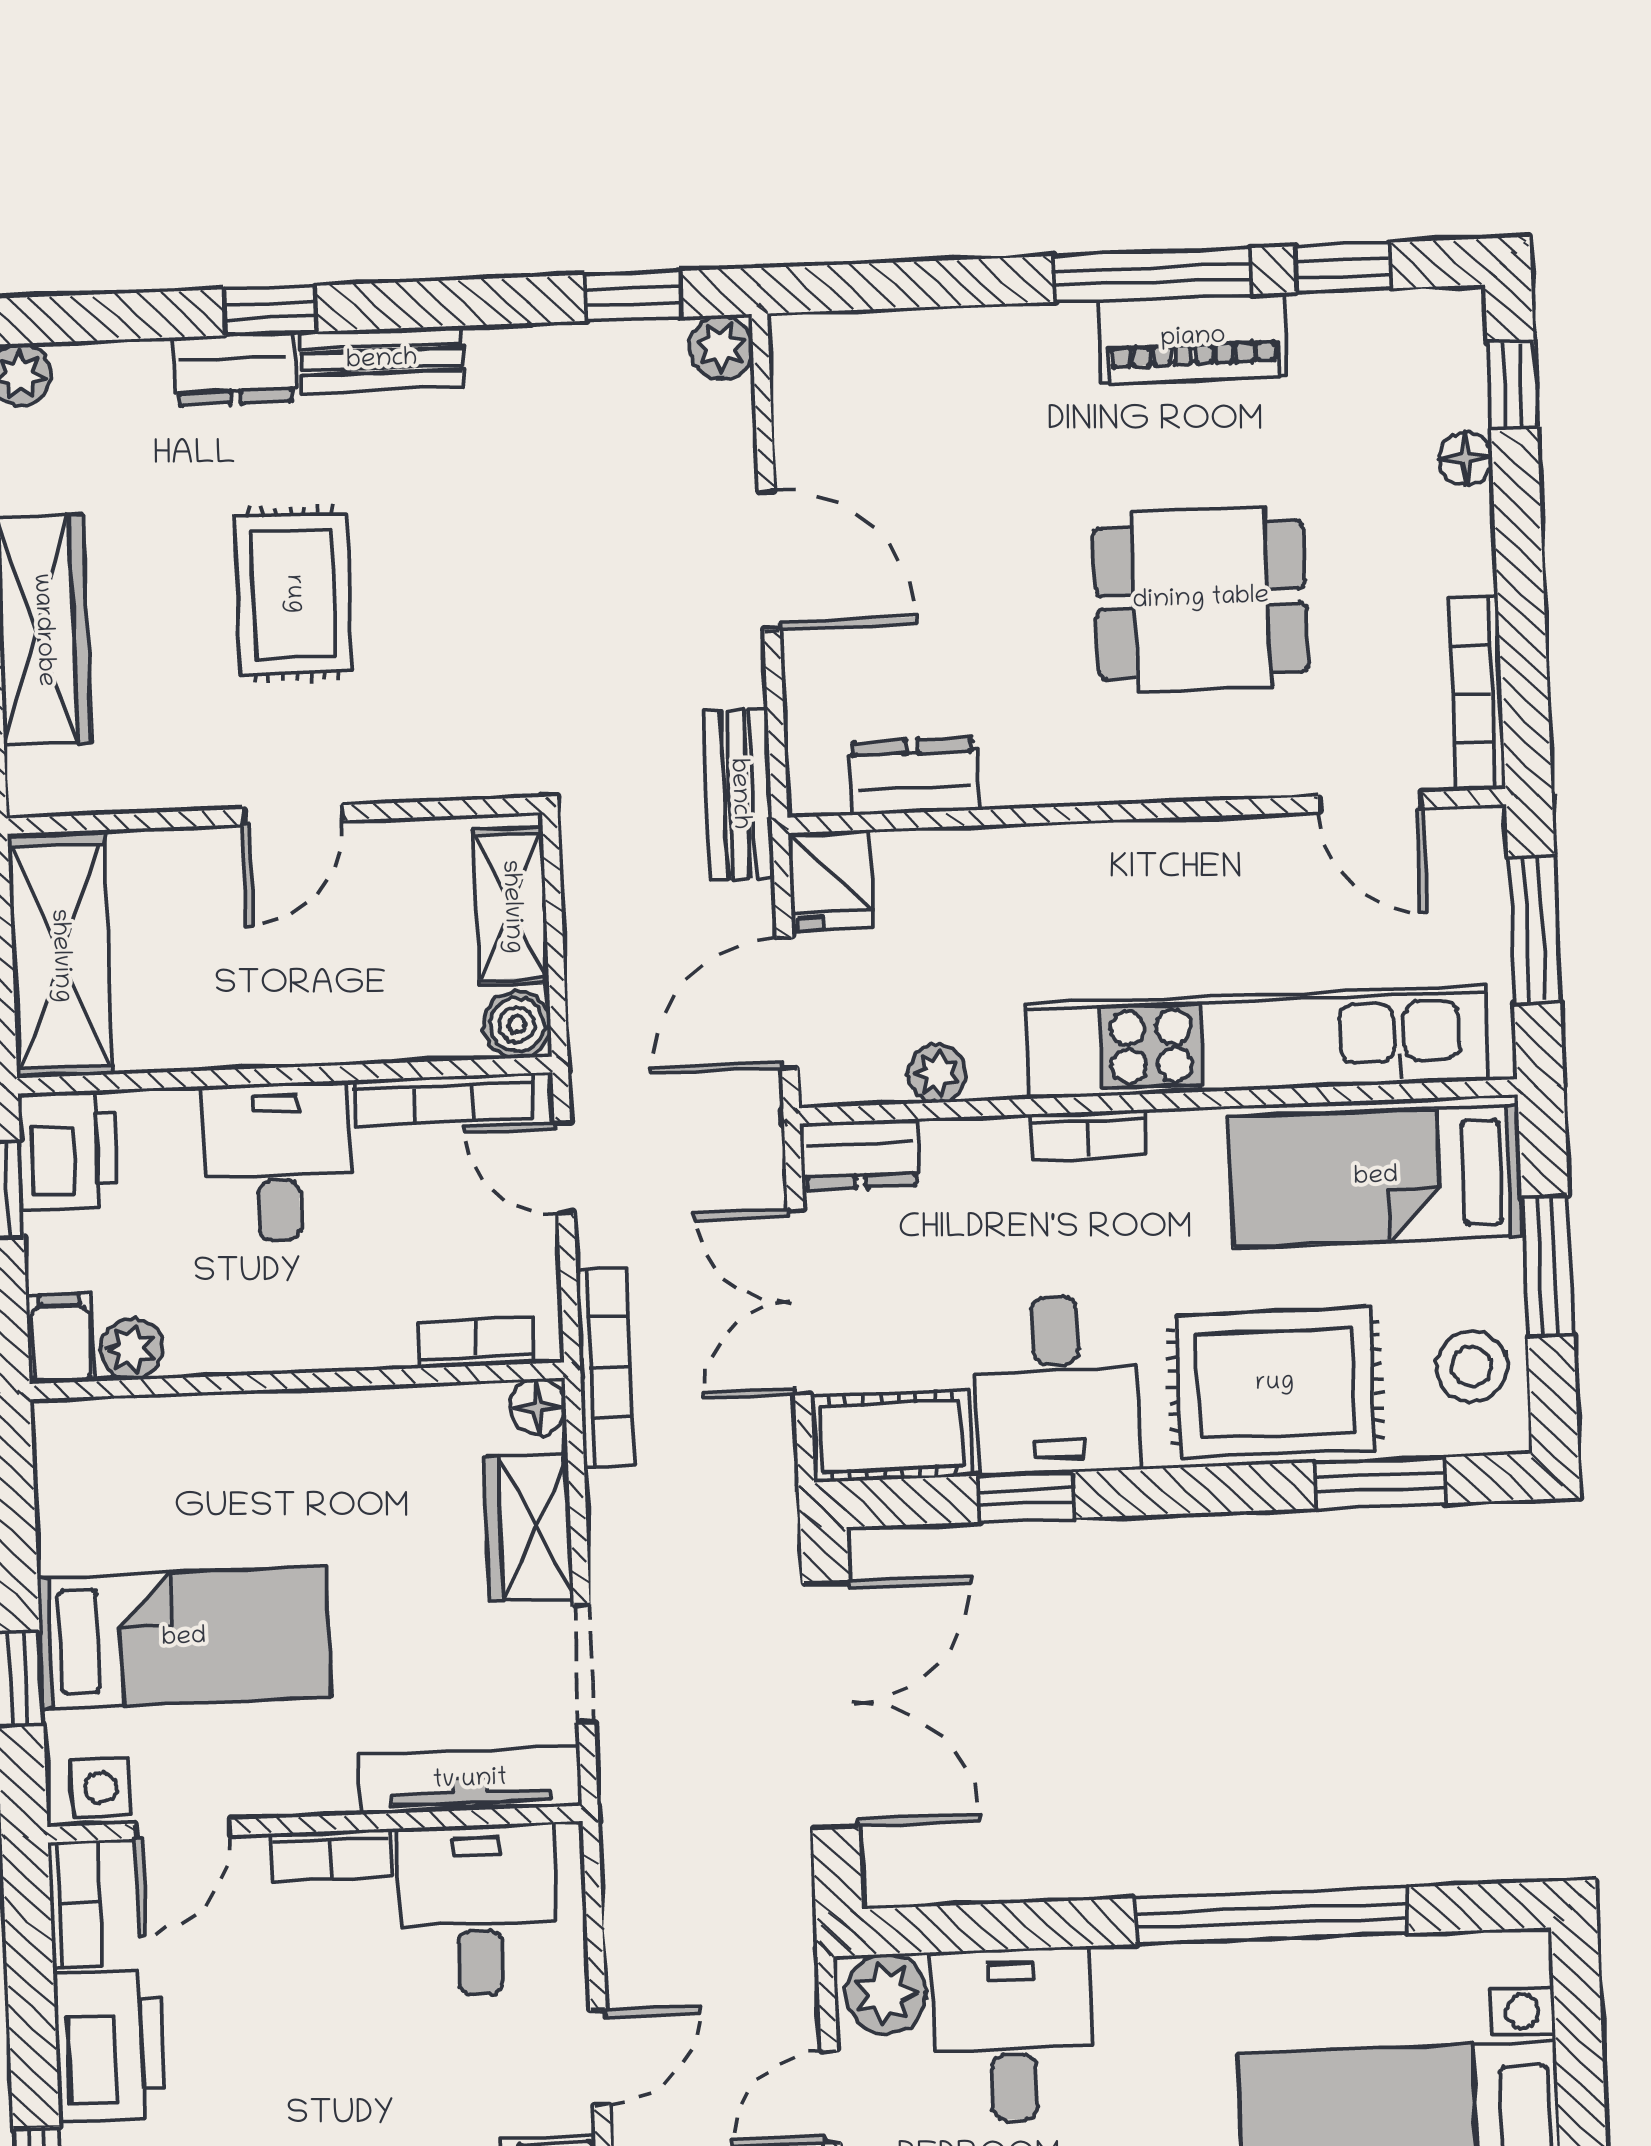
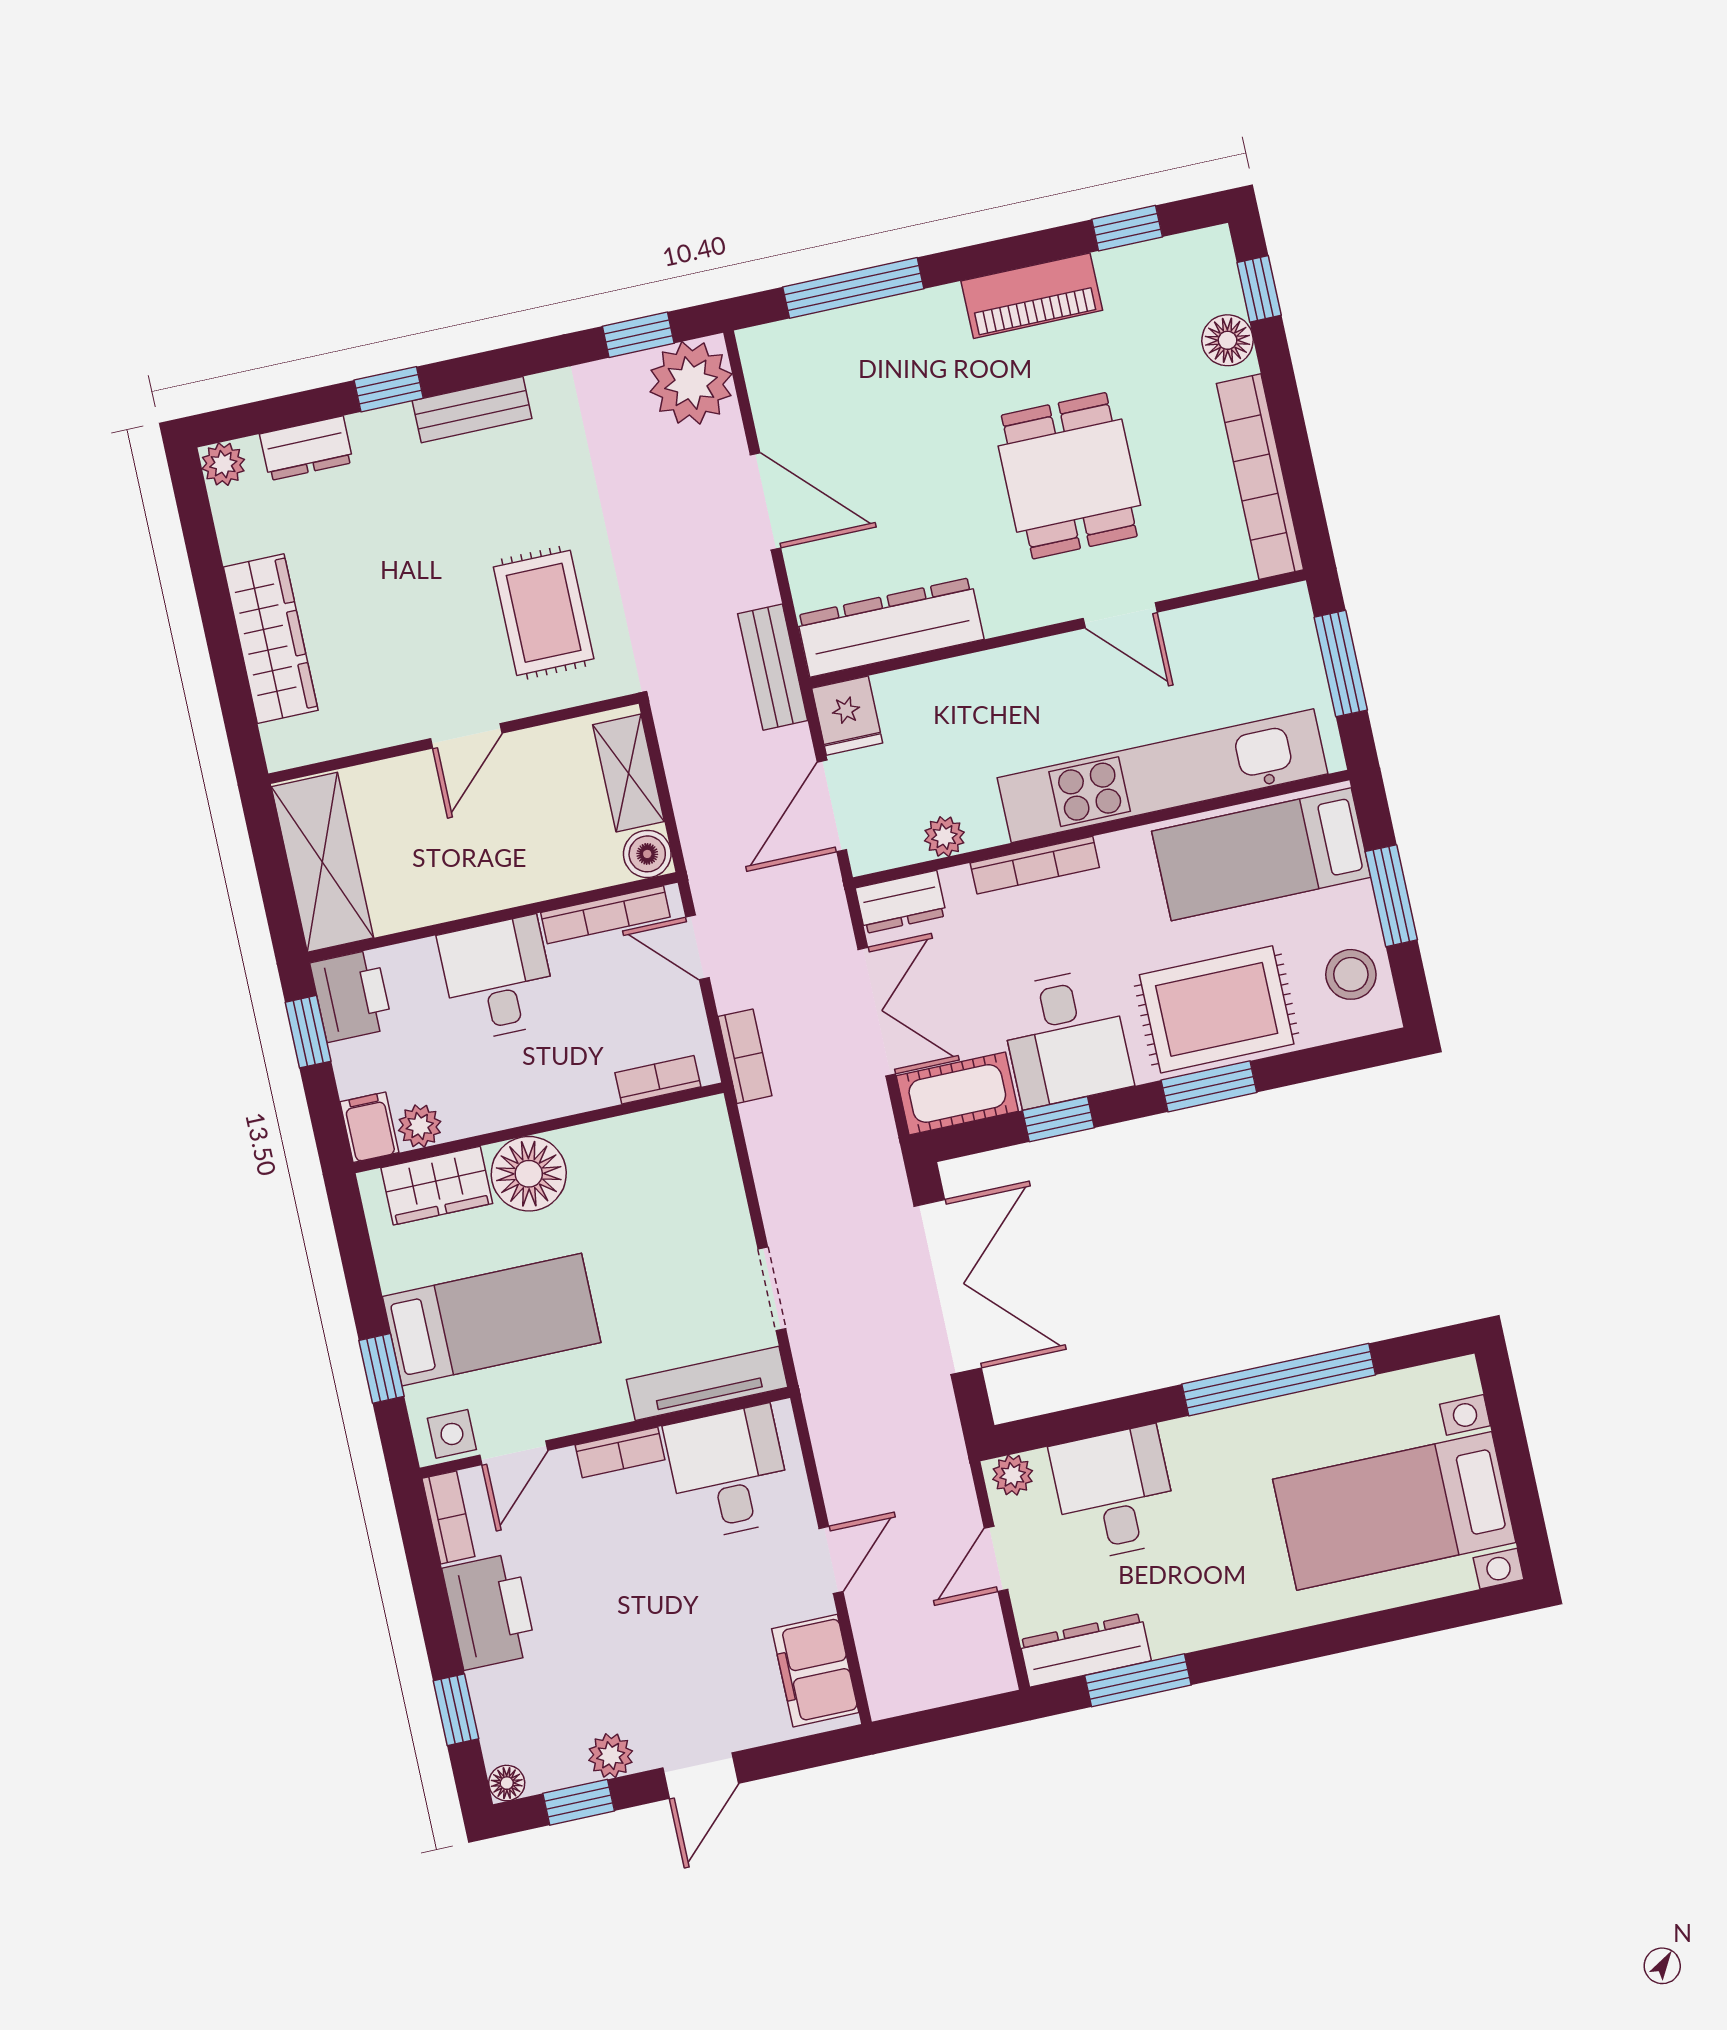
window: (1152, 275) -> (853, 288), moved
plant: (721, 347) -> (691, 383), width x1.88, depth x1.88
dresser: (235, 369) -> (306, 448), moved
floor lamp: (1466, 458) -> (1228, 340), width x1.37, depth x1.37
rug: (294, 594) -> (544, 613), moved
dining table: (1201, 599) -> (1069, 476), turned 90
bookcase: (1477, 694) -> (1260, 477), width x1.48, depth x1.31
dresser: (913, 776) -> (890, 627), width x1.96, depth x1.24
door: (1371, 802) -> (1120, 615), moved
bookcase: (1088, 1135) -> (1035, 865), width x1.56
double door: (799, 1302) -> (877, 1012), swing flipped
bookcase: (605, 1367) -> (745, 1056), width x0.64
floor lamp: (538, 1407) -> (529, 1174), moved, width x1.89, depth x1.89
window: (1380, 1483) -> (1209, 1086), moved
wardrobe: (529, 1527) -> (437, 1186), moved, turned -90
plant: (886, 1994) -> (1013, 1475), width x0.73, depth x0.73

